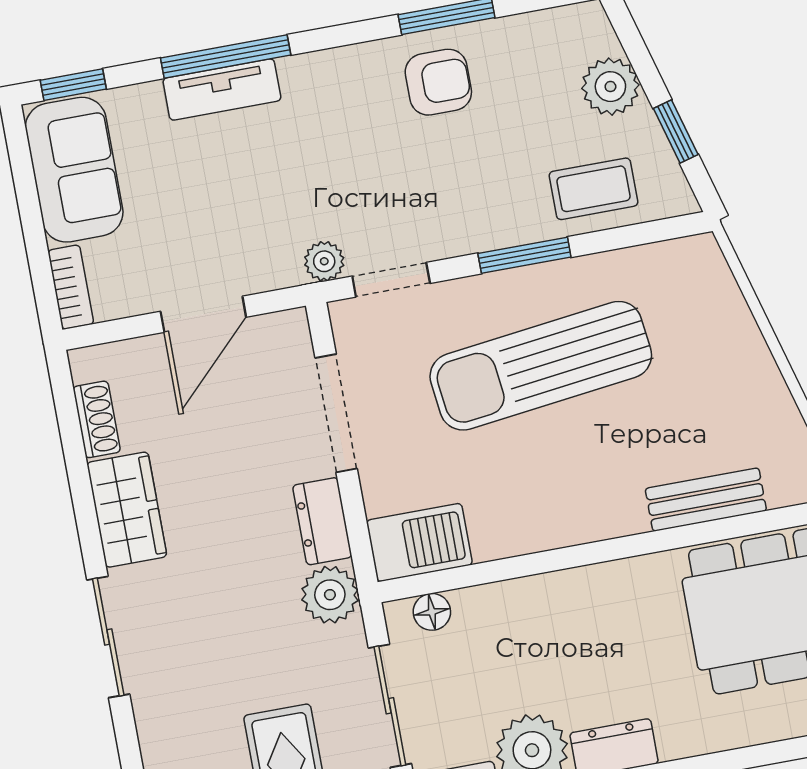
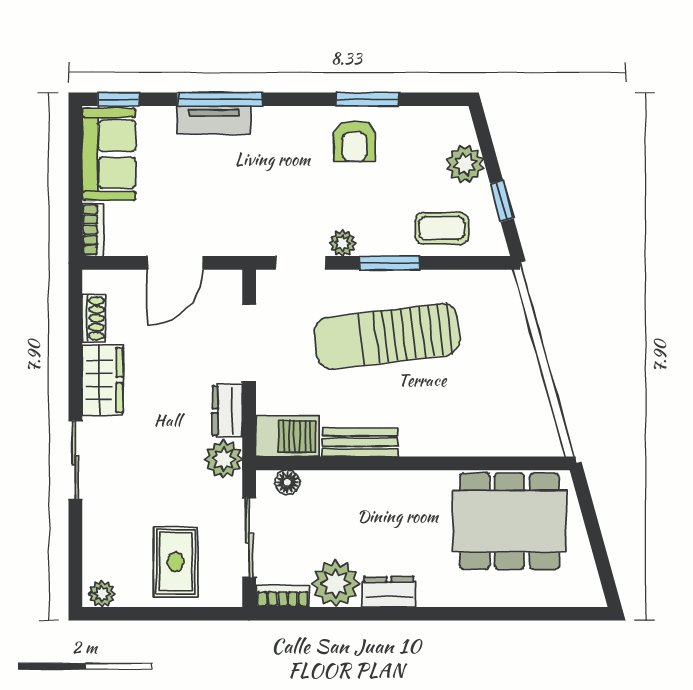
armchair: (438, 82) -> (354, 141), turned 90
plant: (324, 261) -> (343, 243), moved
bench: (706, 500) -> (360, 442), moved

